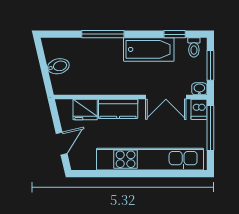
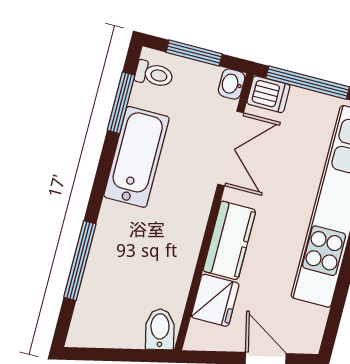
window: (103, 34) -> (80, 261), moved
window: (175, 34) -> (121, 103), width x1.50
bidet: (58, 66) -> (160, 329), moved

